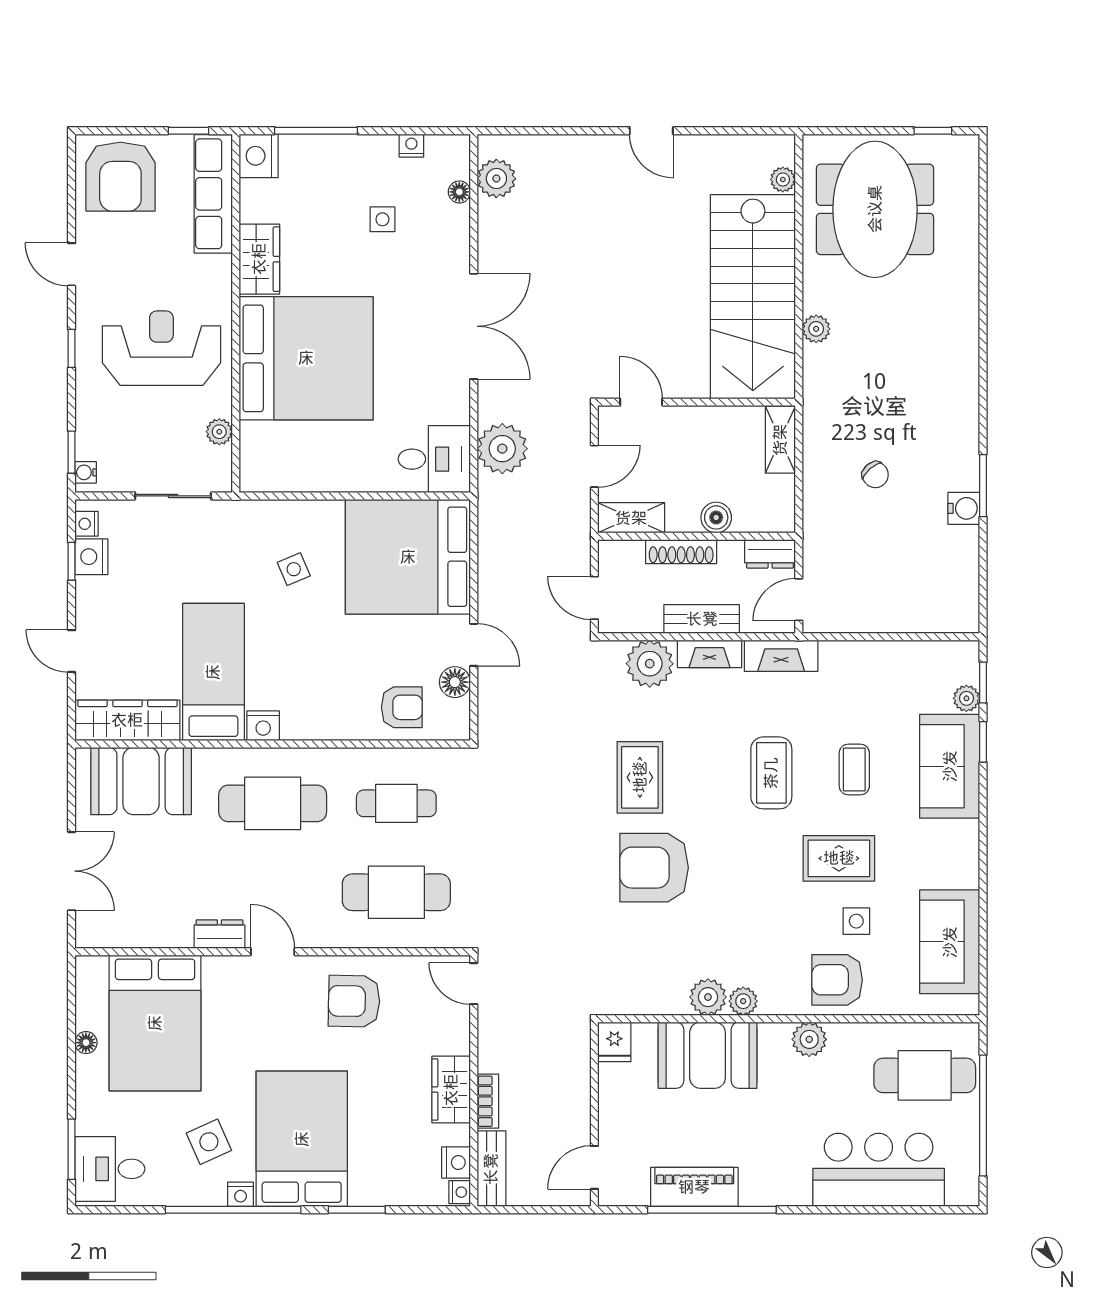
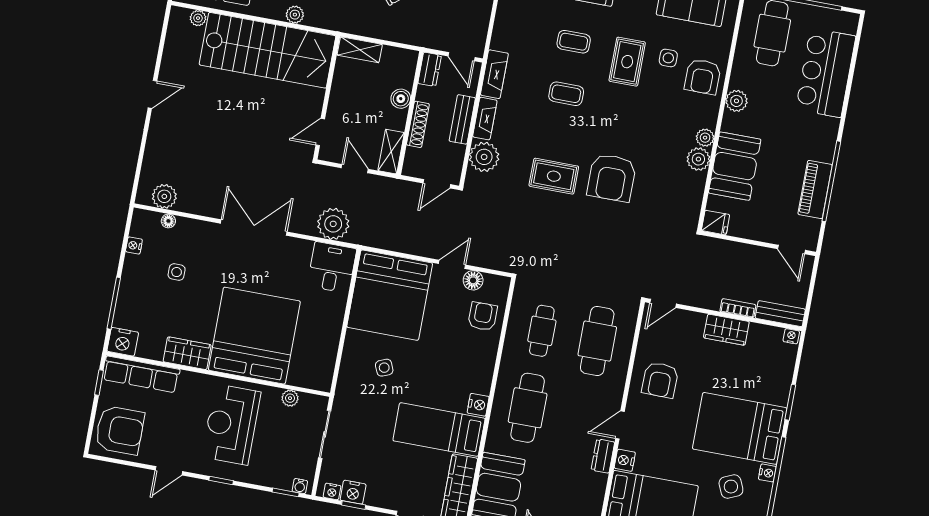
coffee table: (771, 773) -> (566, 94), width x0.73, depth x0.77
nightstand: (456, 1162) -> (625, 460), moved, turned -90

